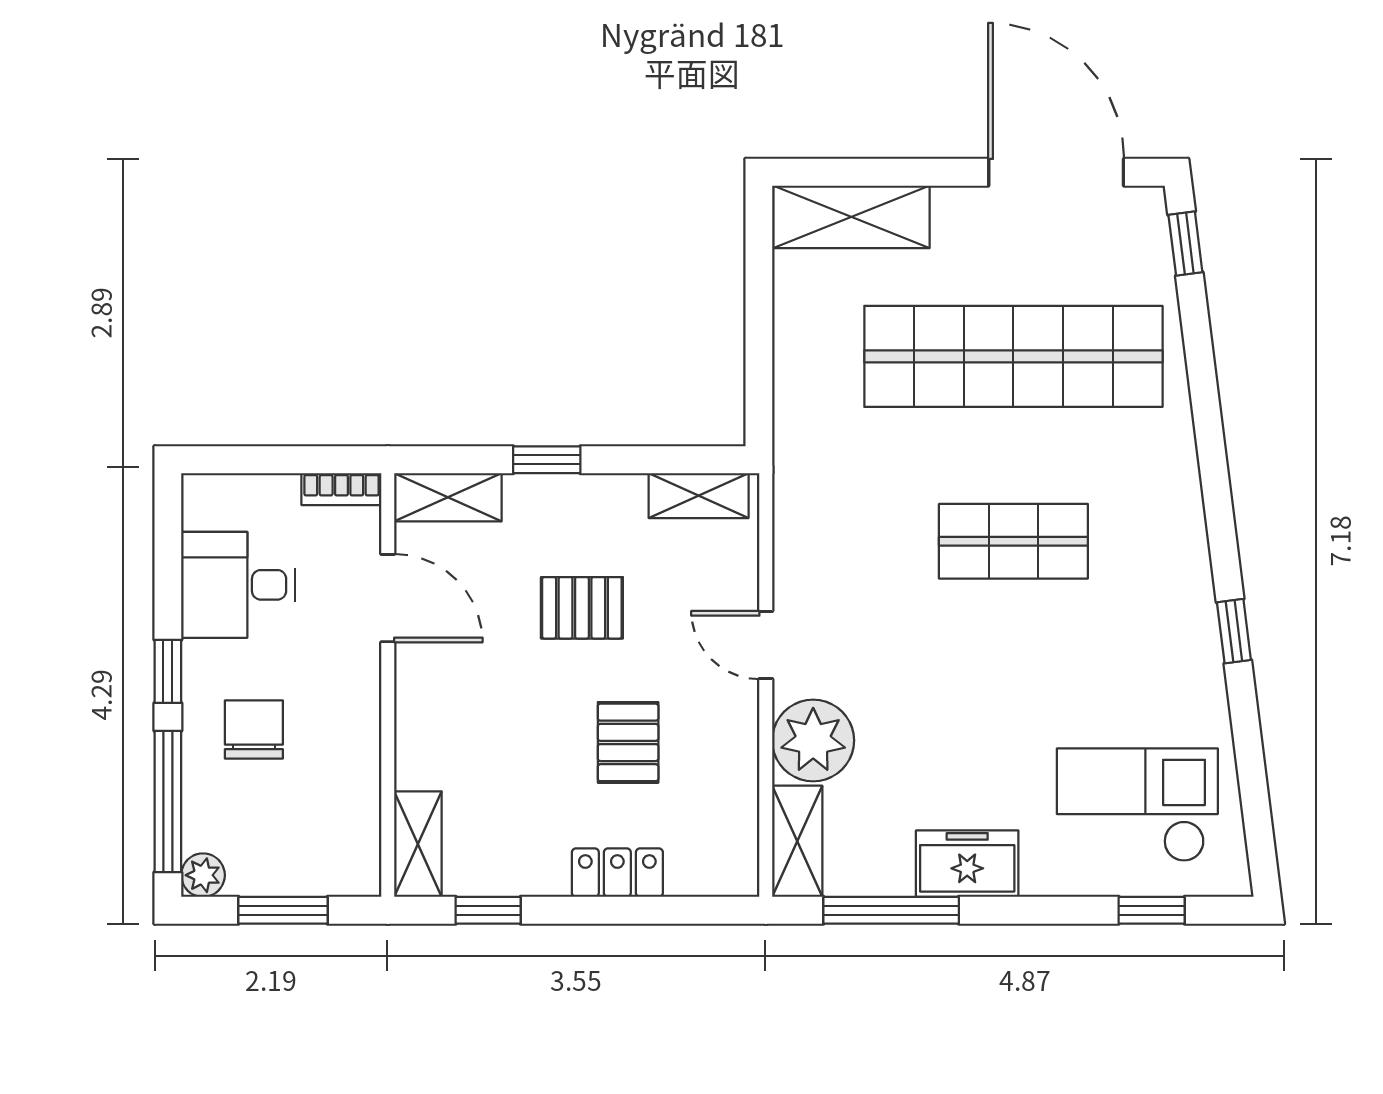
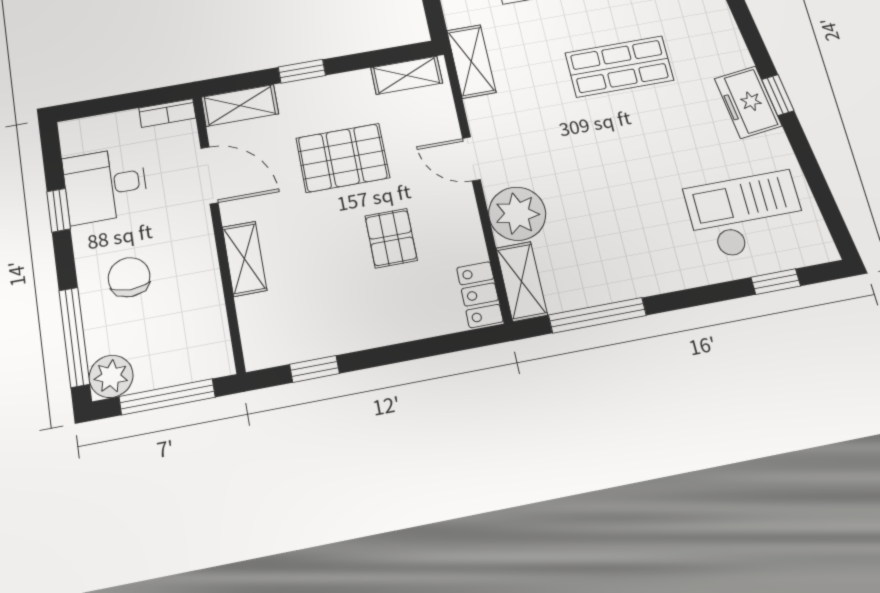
shelving: (798, 491) -> (471, 61), added
pallet: (582, 608) -> (343, 158), width x1.50, depth x1.42
window: (168, 671) -> (59, 210), moved
shelving: (418, 844) -> (245, 259), moved
freezer: (967, 864) -> (748, 102), moved, turned -97
locker: (617, 873) -> (480, 295), moved, turned -90
plant: (203, 875) -> (111, 376), width x1.38, depth x1.38
window: (283, 910) -> (167, 397), width x1.44

